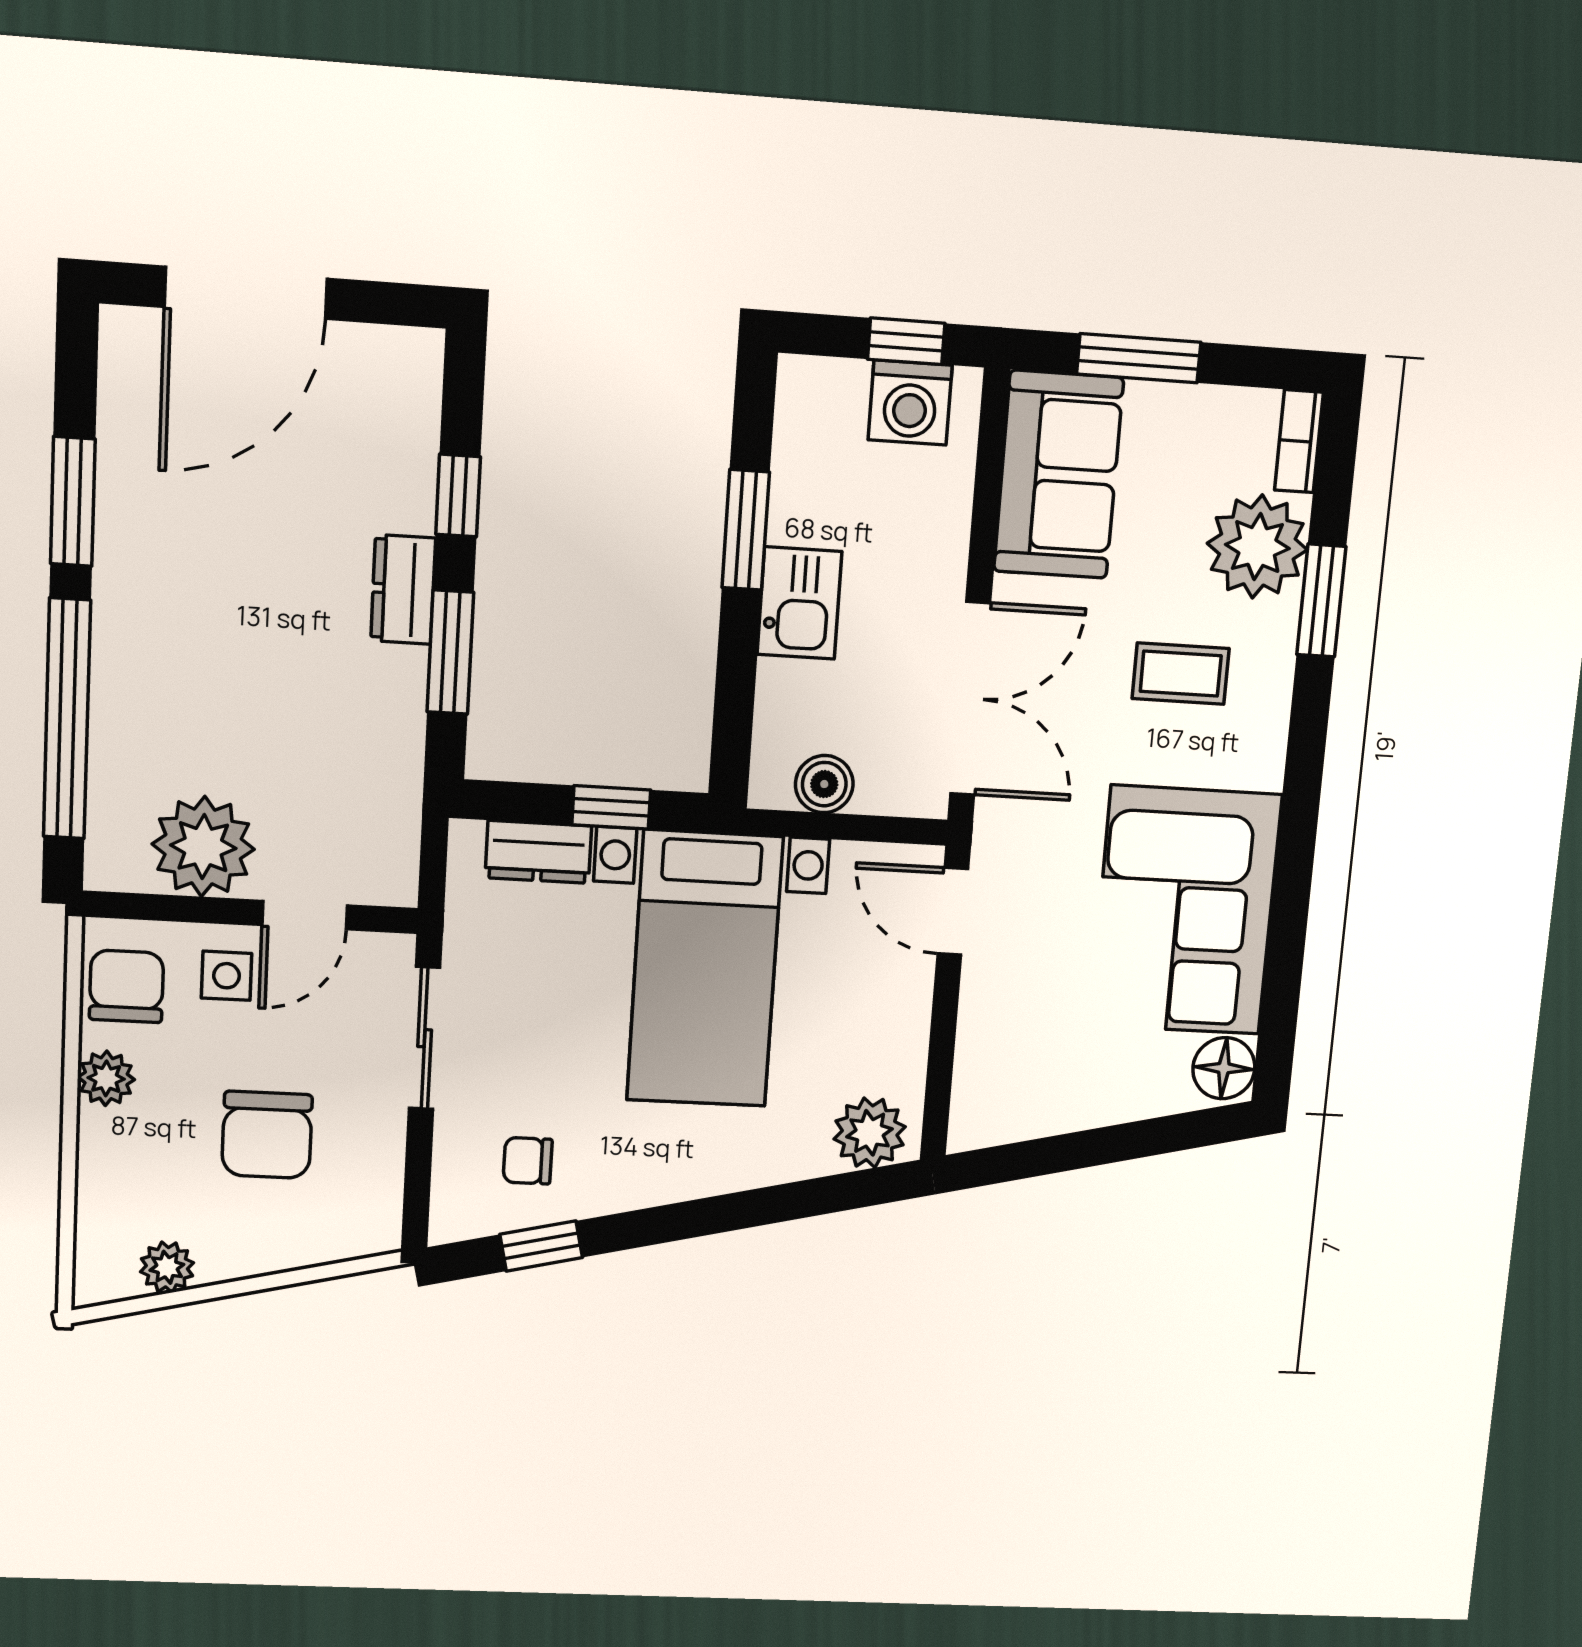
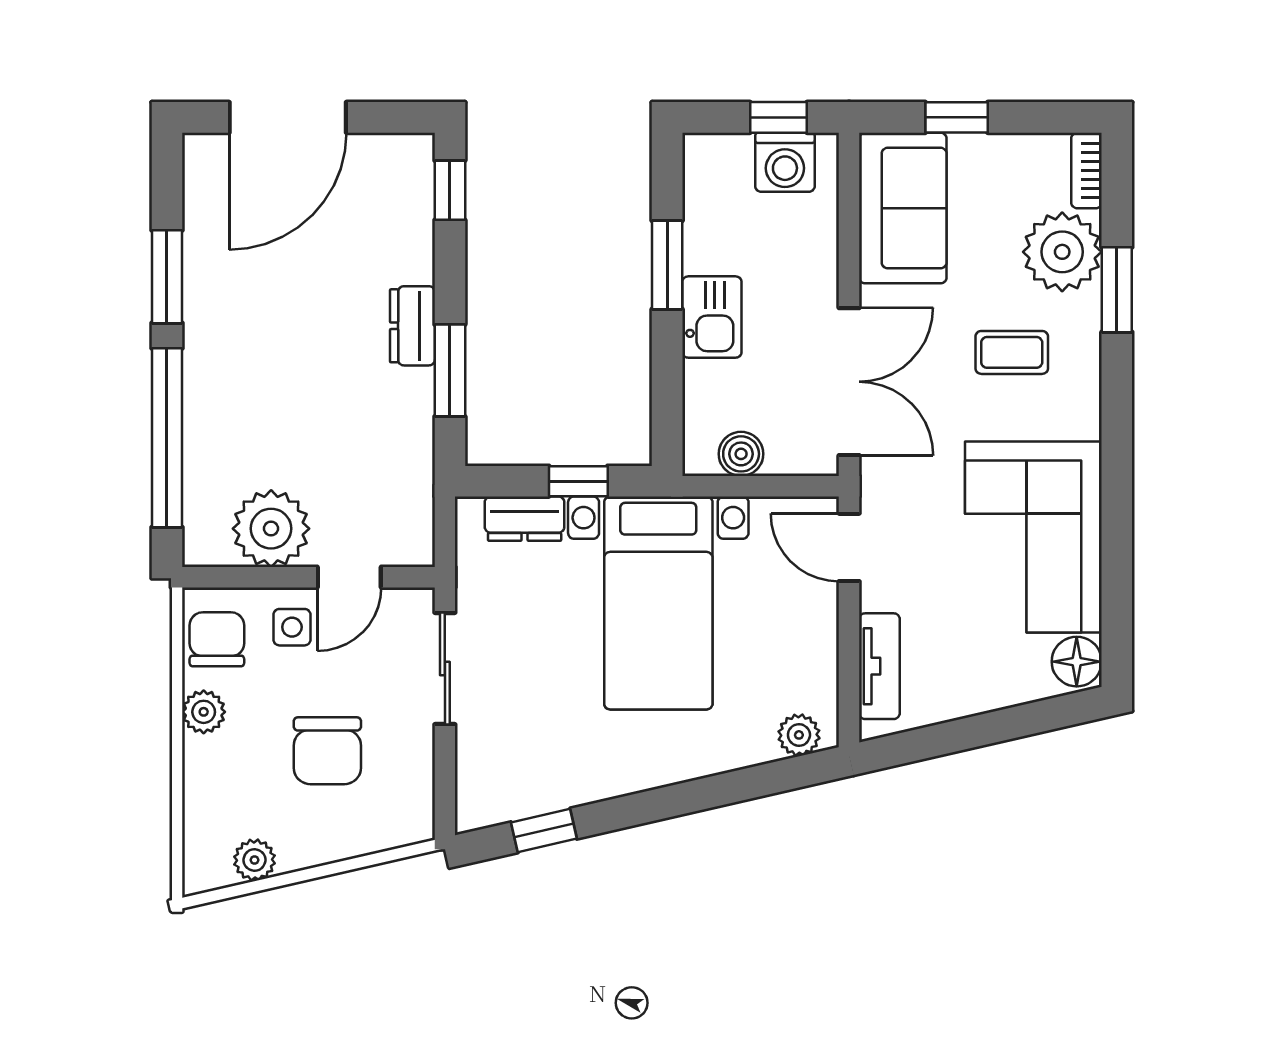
window: (1139, 358) -> (957, 117), width x0.67
window: (458, 496) -> (450, 190), moved
tv unit: (979, 1062) -> (879, 666), added
plant: (870, 1133) -> (799, 735), width x0.73, depth x0.73
chair: (528, 1161) -> (530, 762), removed

